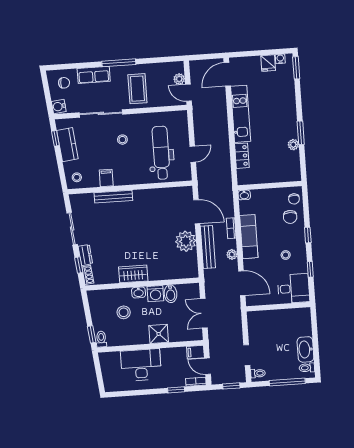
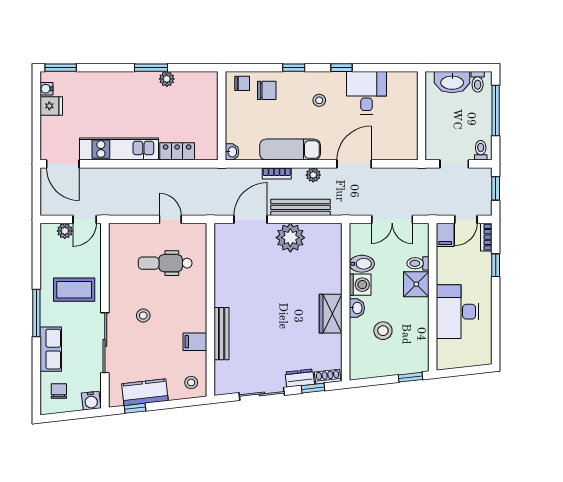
dental chair: (161, 153) -> (165, 263), width x0.73, depth x0.72
wall: (278, 307) -> (422, 116), moved
toilet: (101, 339) -> (418, 263), moved

